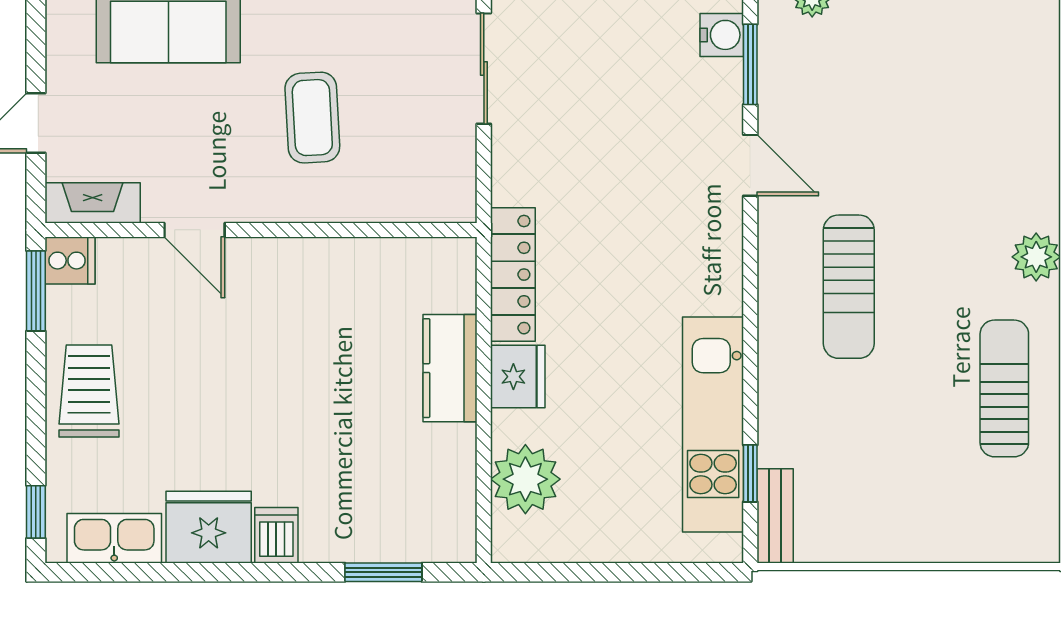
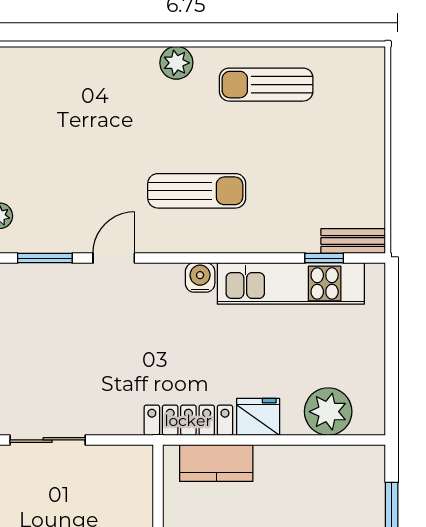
water cooler: (722, 35) -> (200, 277), moved
kitchen counter: (450, 368) -> (216, 463), moved

